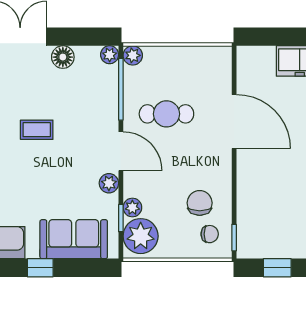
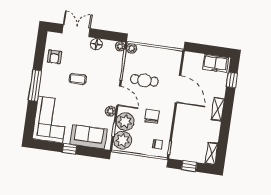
chair: (200, 203) -> (152, 116), moved
plant: (132, 207) -> (125, 122), width x1.88, depth x1.88

